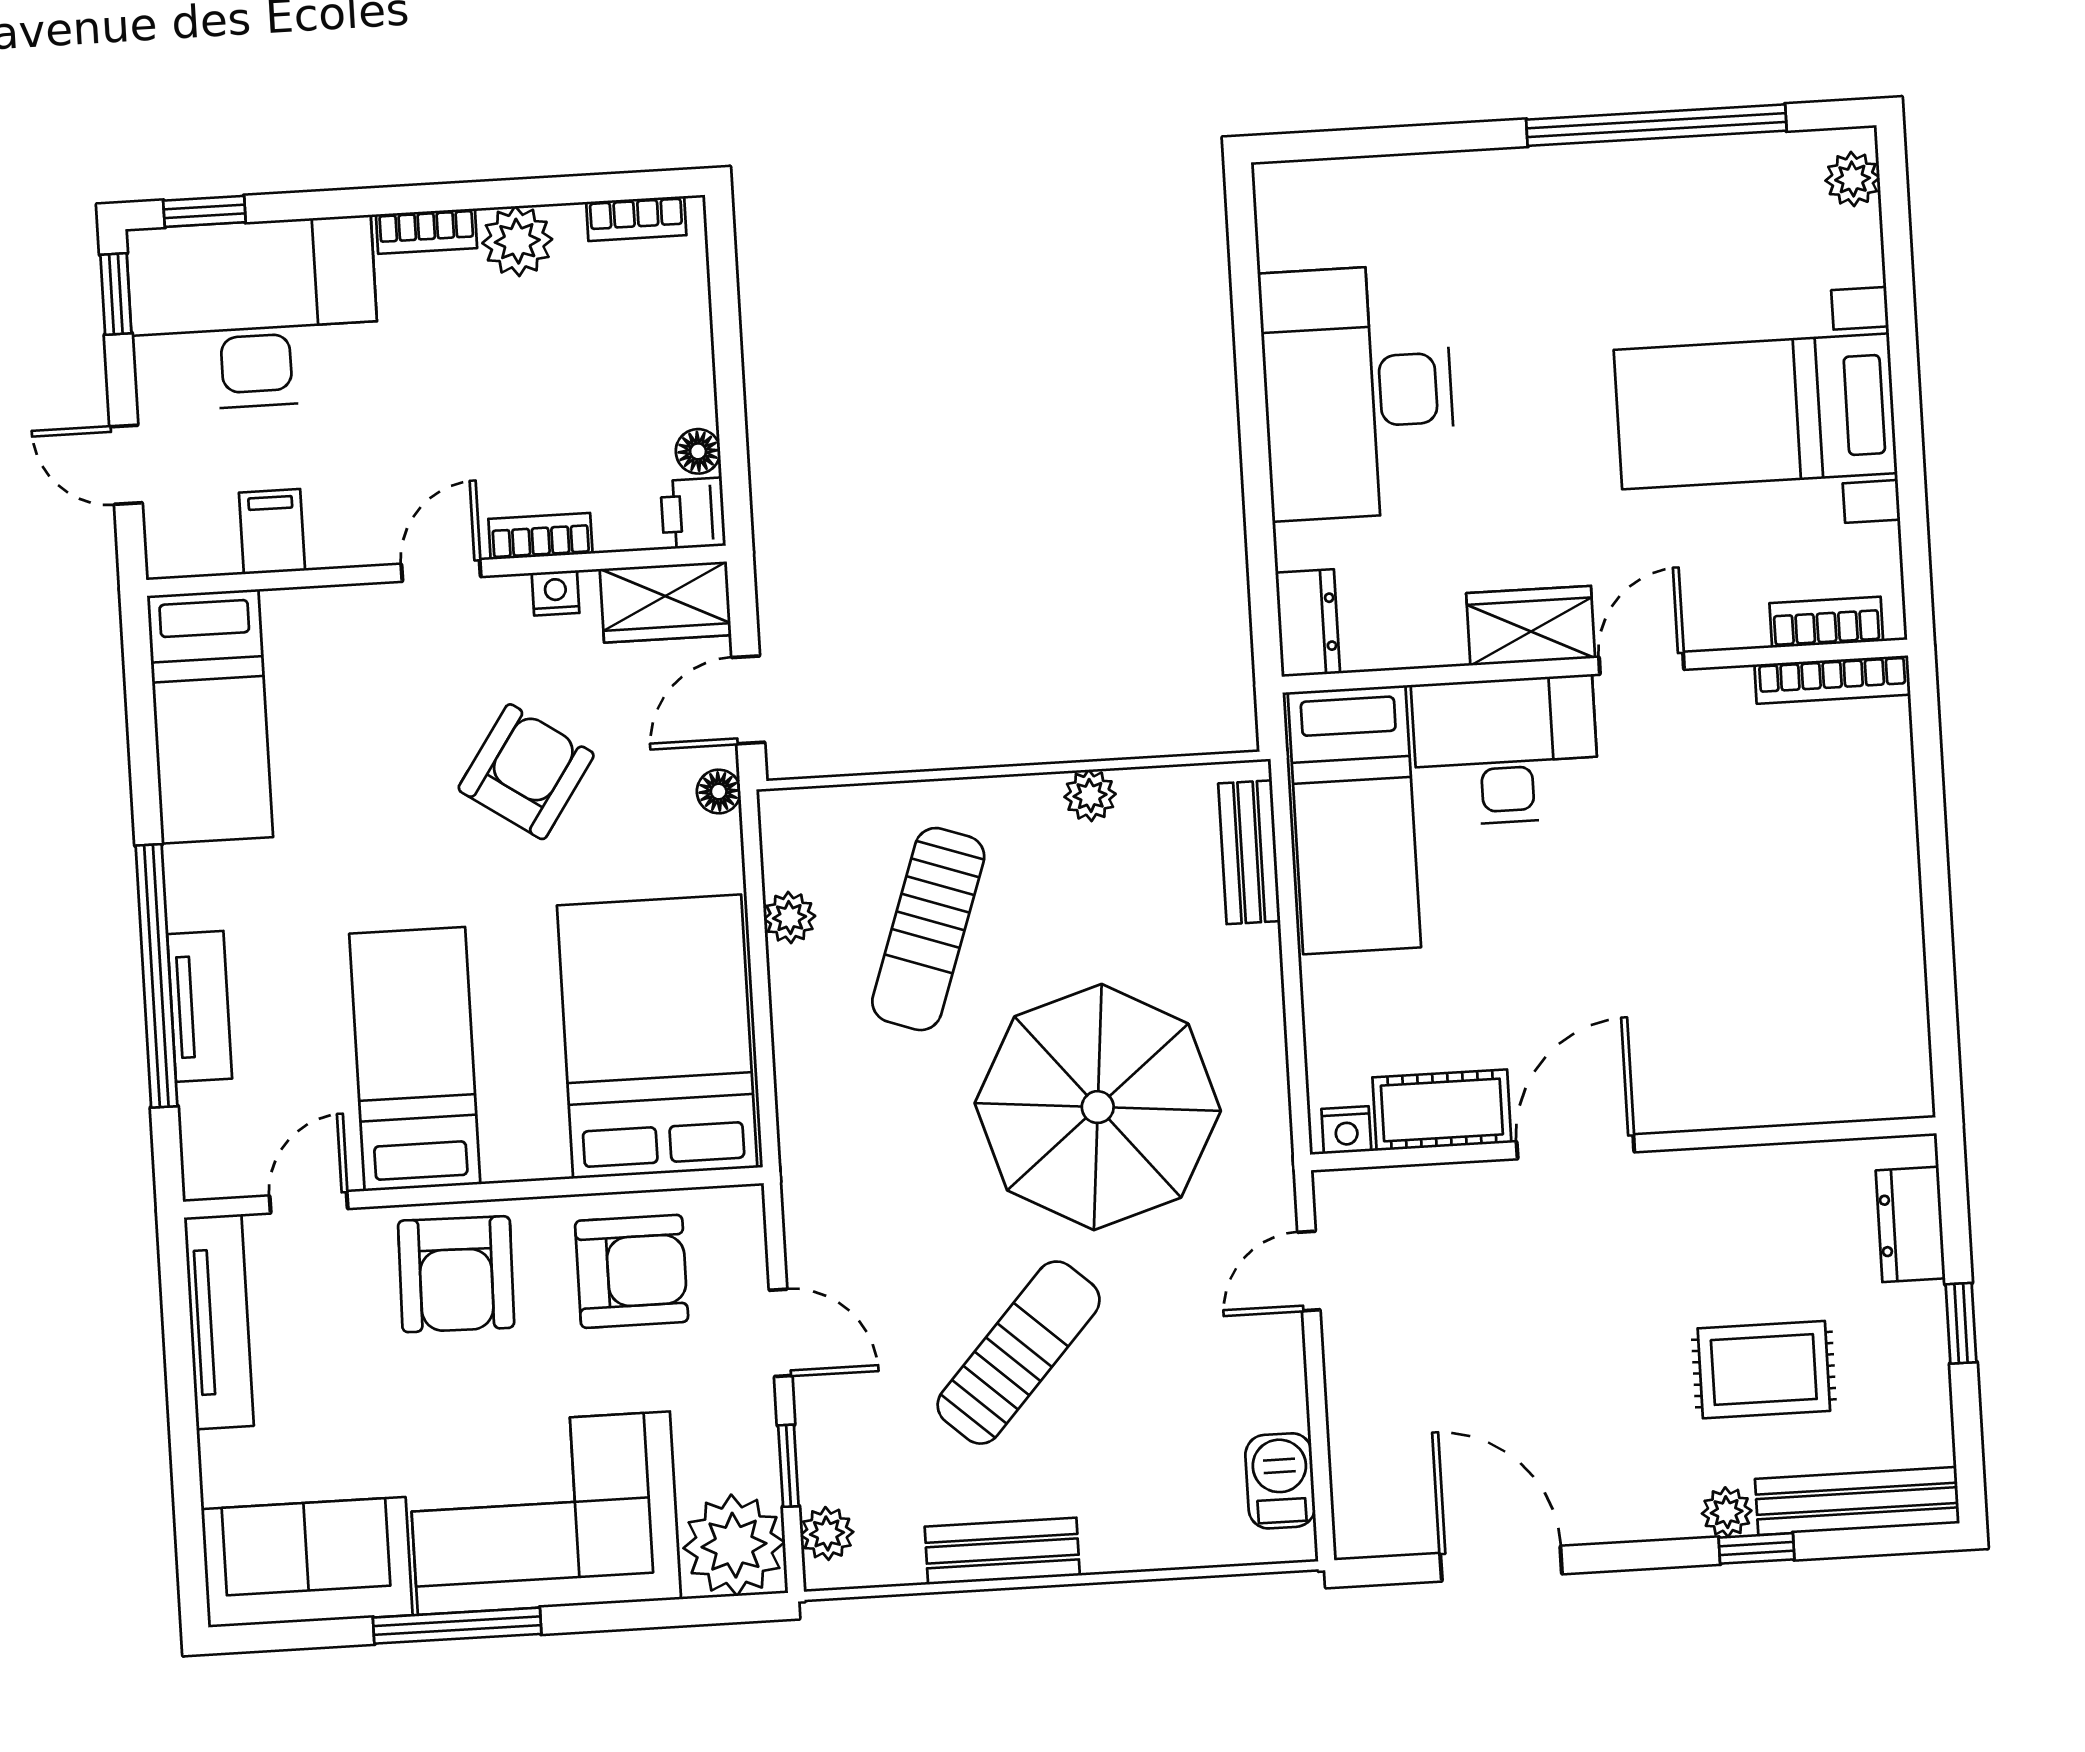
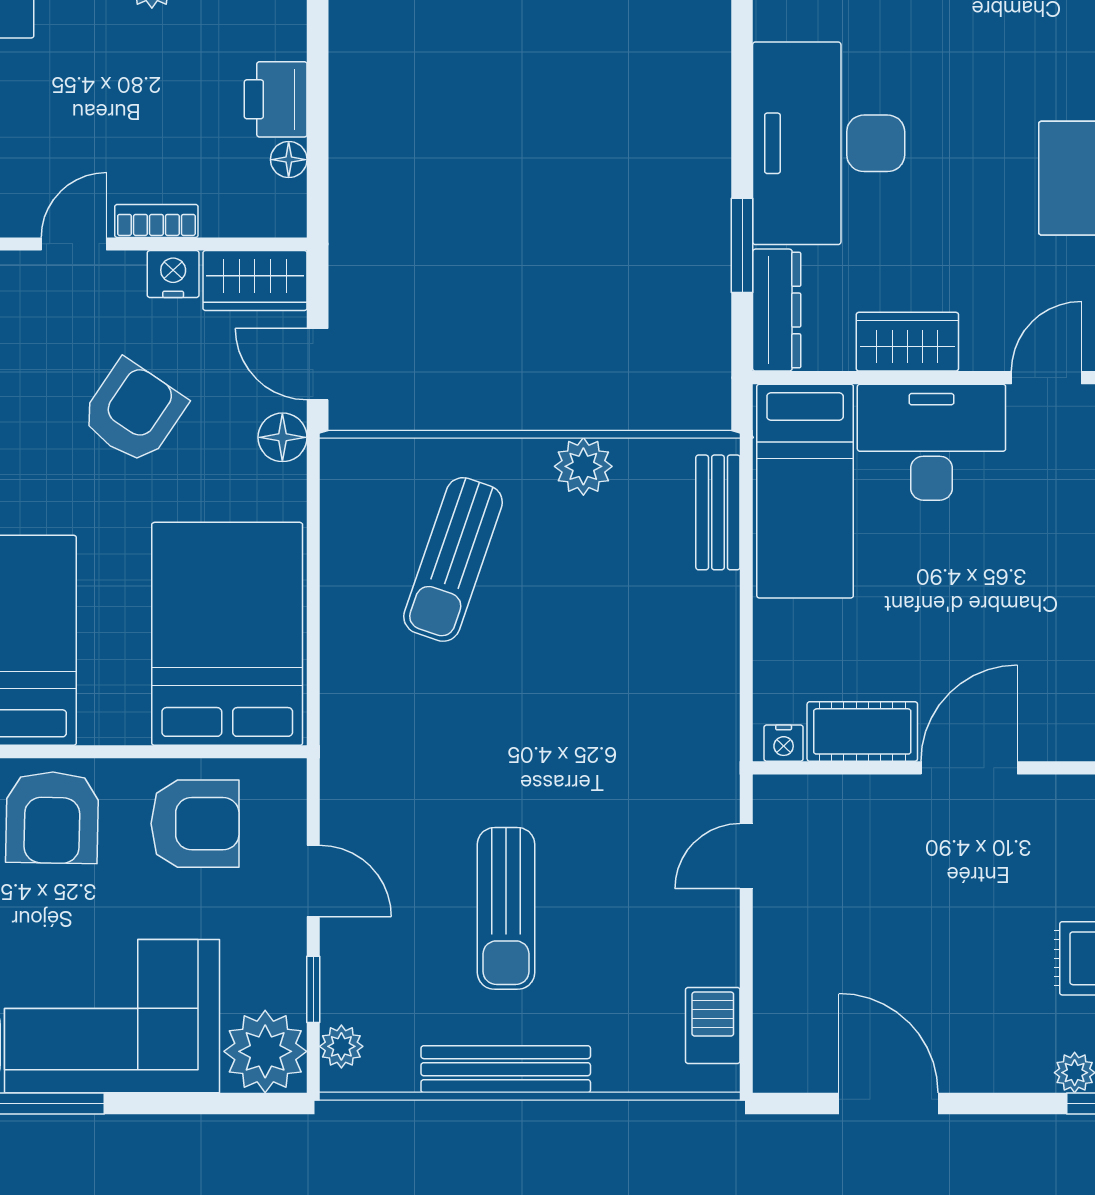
printer: (693, 513) -> (276, 99), moved, width x1.36, depth x1.24
window: (1259, 524) -> (742, 245), added
nightstand: (556, 593) -> (173, 274), width x1.39, depth x1.35
dresser: (1308, 623) -> (777, 310), width x1.44
wardrobe: (1531, 626) -> (907, 342), moved
door: (748, 700) -> (318, 364), hinge flipped
floor lamp: (719, 791) -> (282, 437), width x1.37, depth x1.37
plant: (1090, 795) -> (583, 466), width x1.38, depth x1.38
plant: (790, 917) -> (341, 543), removed
parasol: (1098, 1107) -> (582, 712), removed
sun lounger: (1019, 1353) -> (506, 908), turned 138
bench: (1002, 1551) -> (506, 1069), width x1.36

